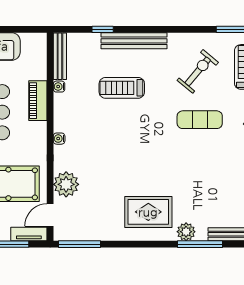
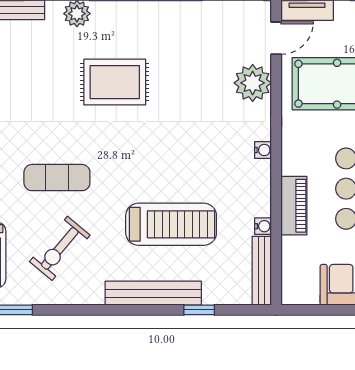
treadmill: (122, 88) -> (171, 224), width x1.37, depth x1.38
rug: (148, 212) -> (115, 82), moved

